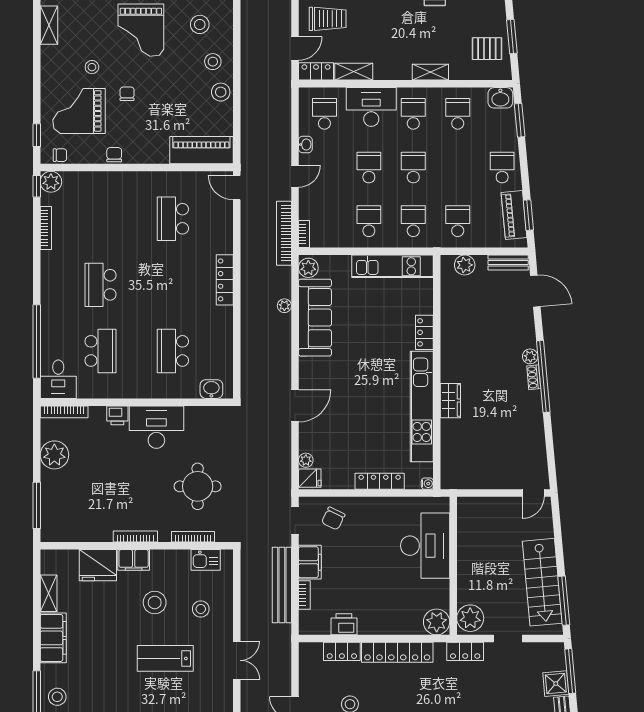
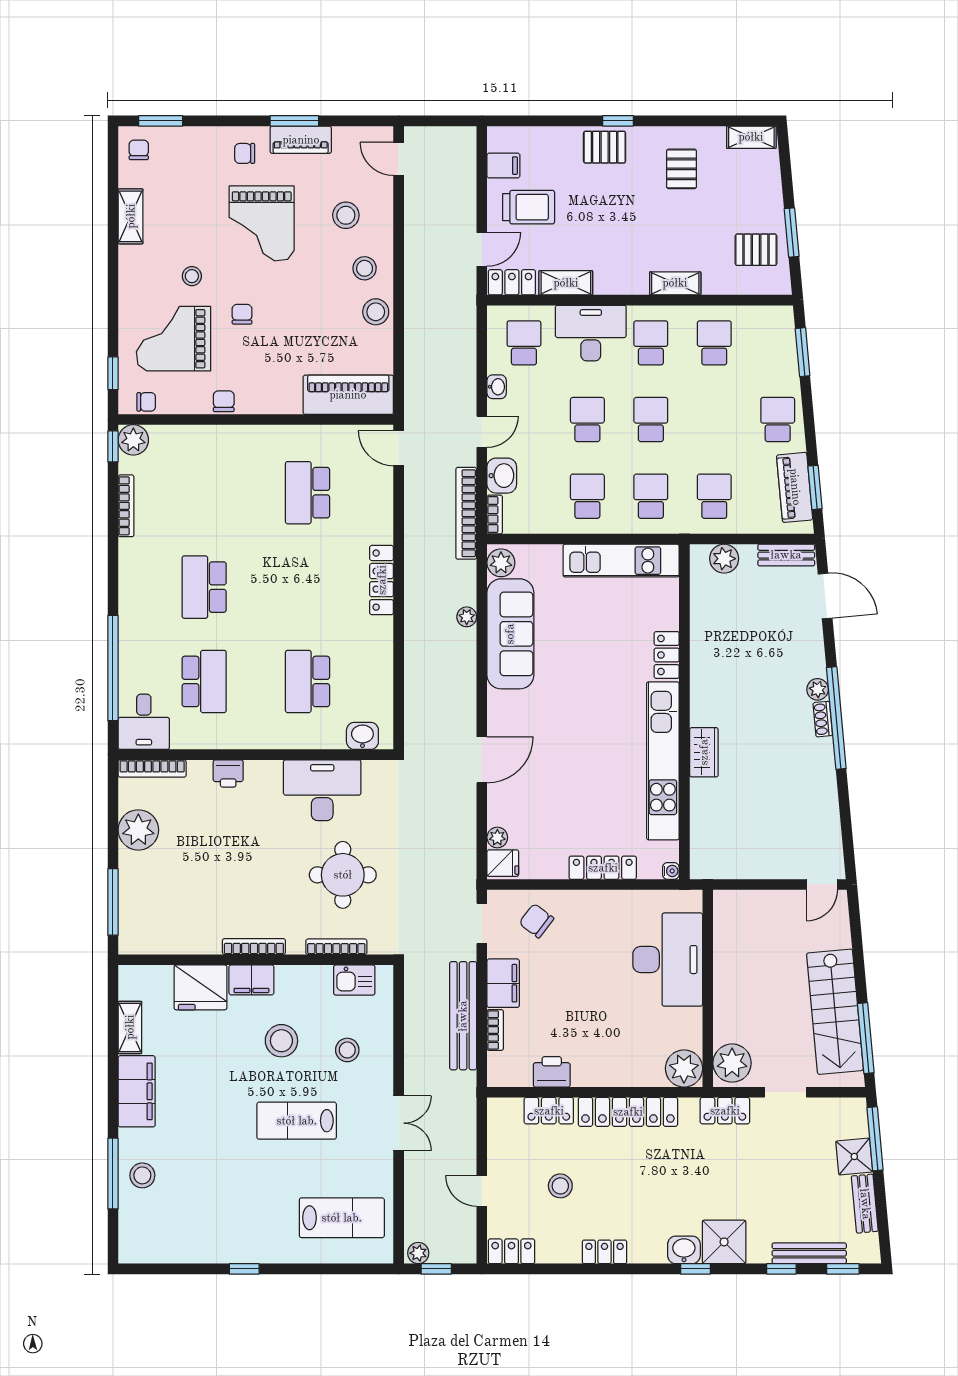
washbasin: (500, 98) -> (502, 476), moved, turned -90
desk: (156, 427) -> (322, 790), moved
chair: (333, 518) -> (536, 921), turned 101

